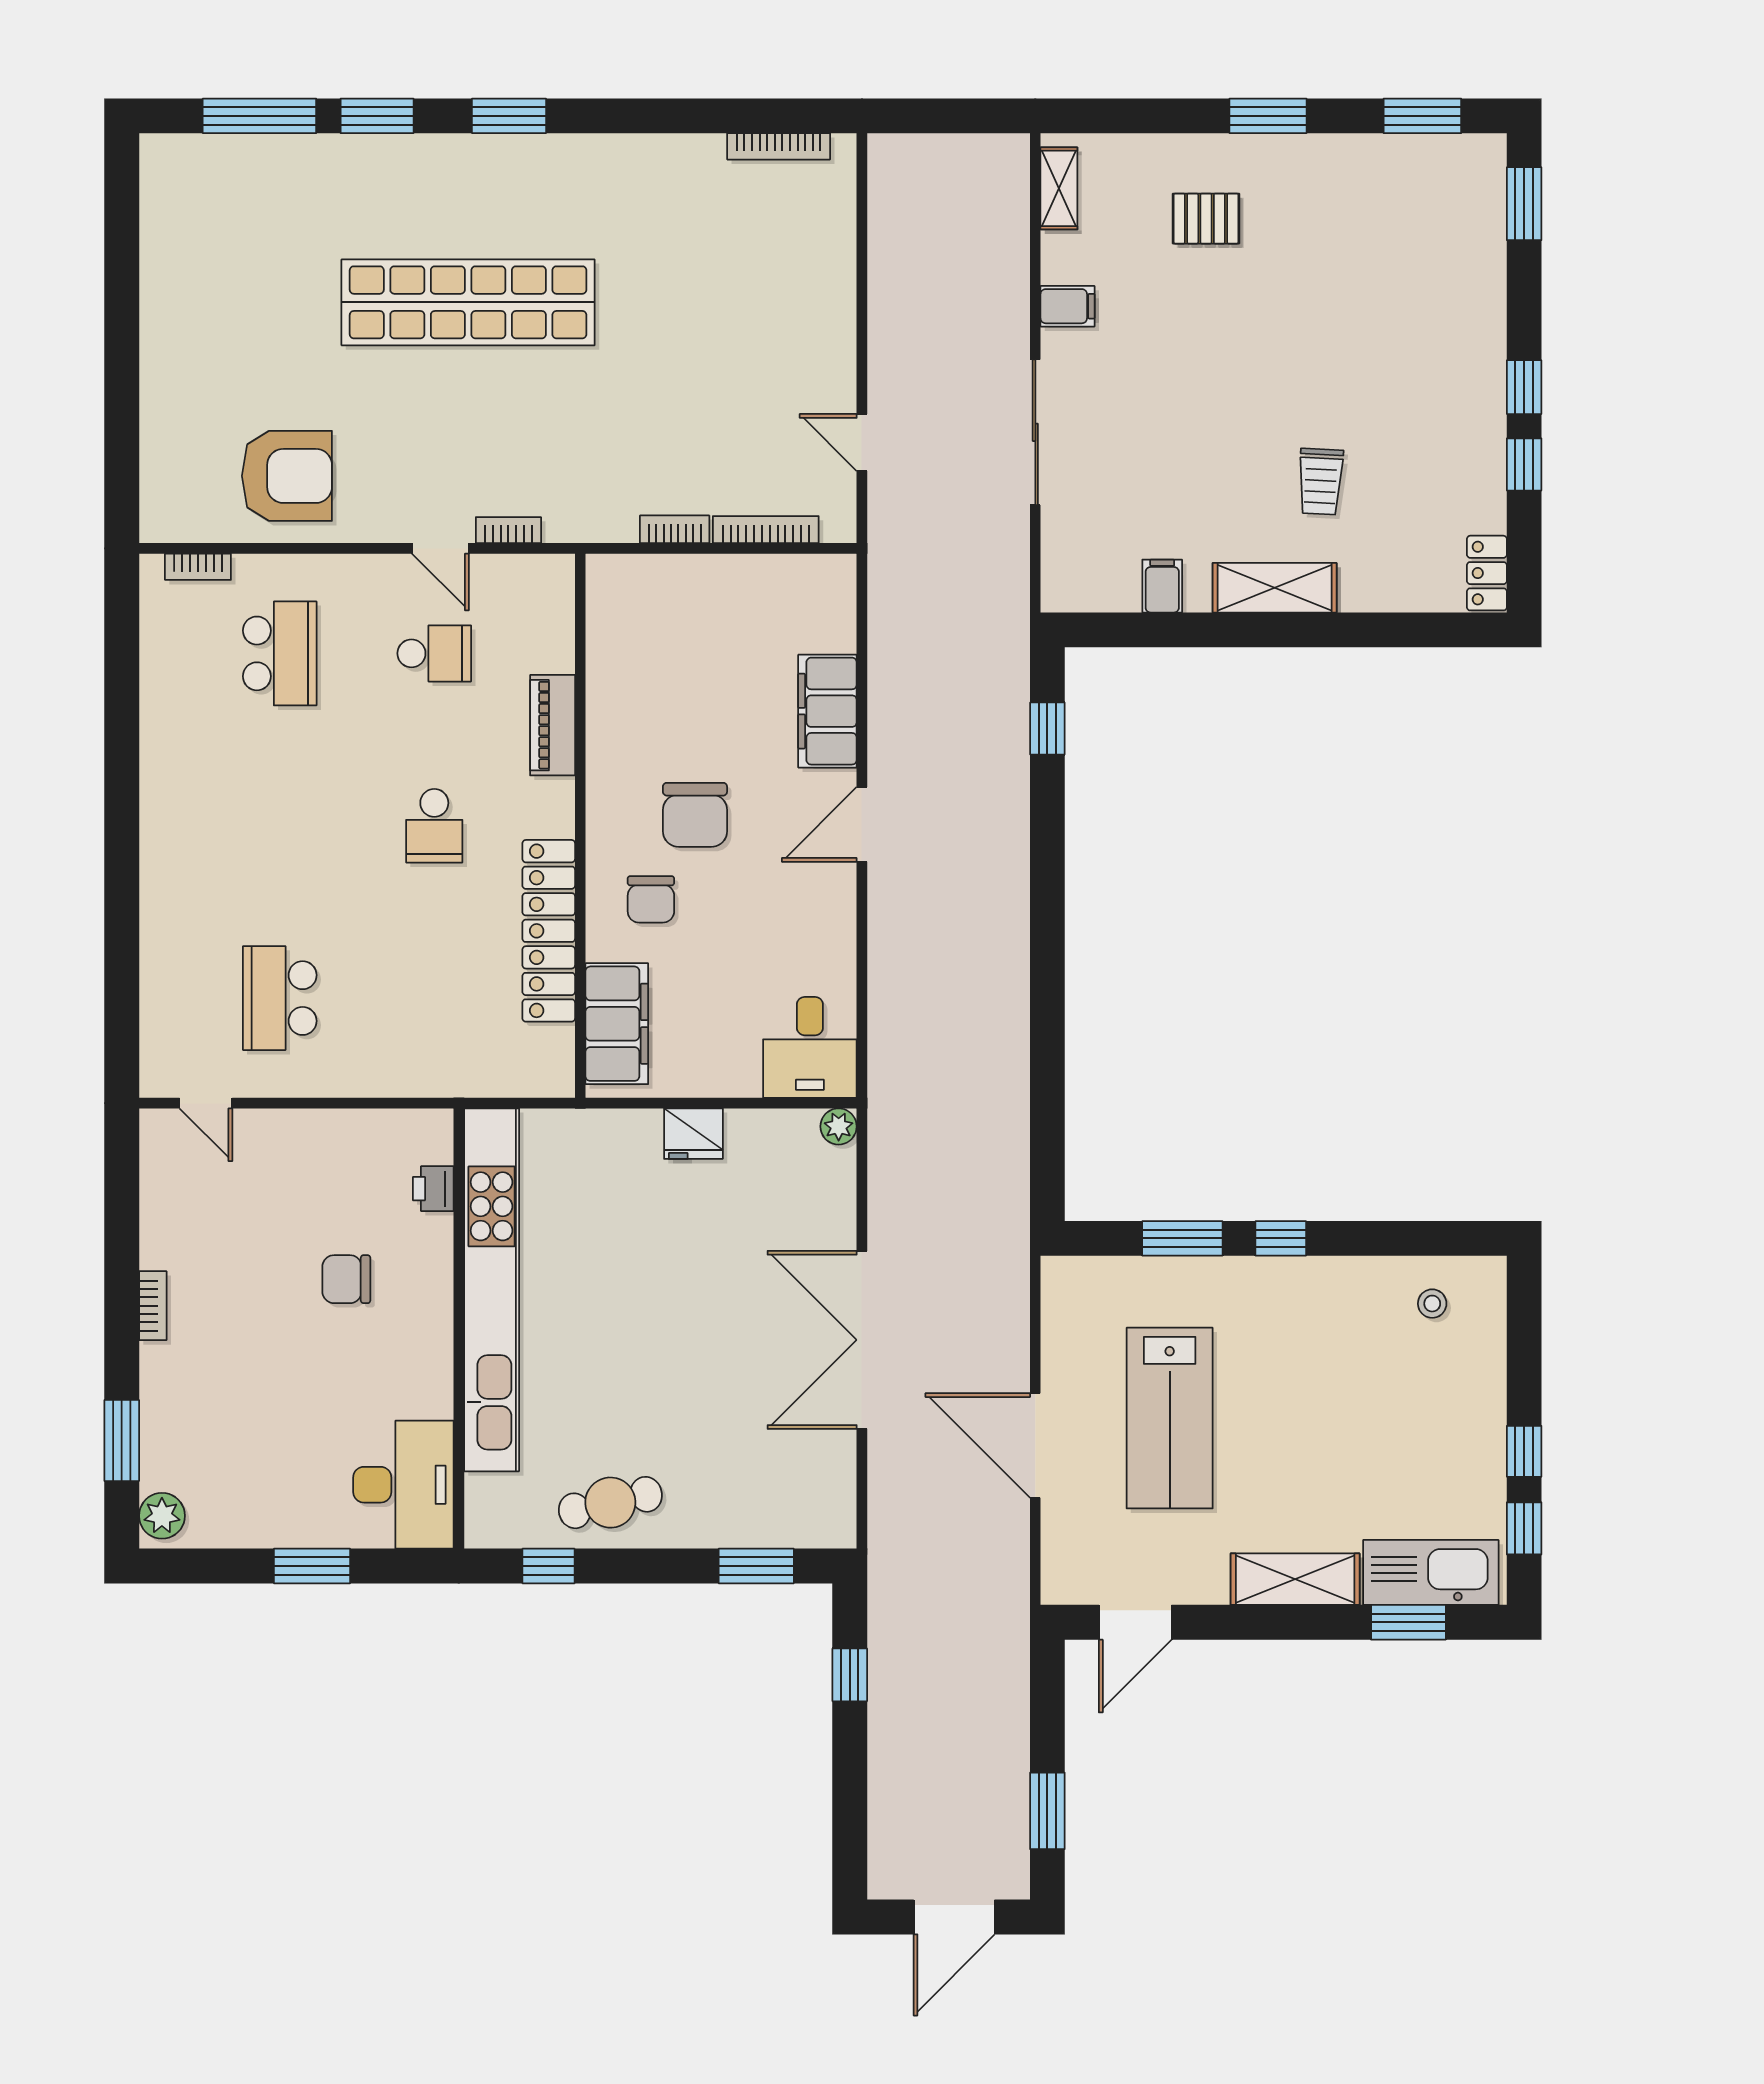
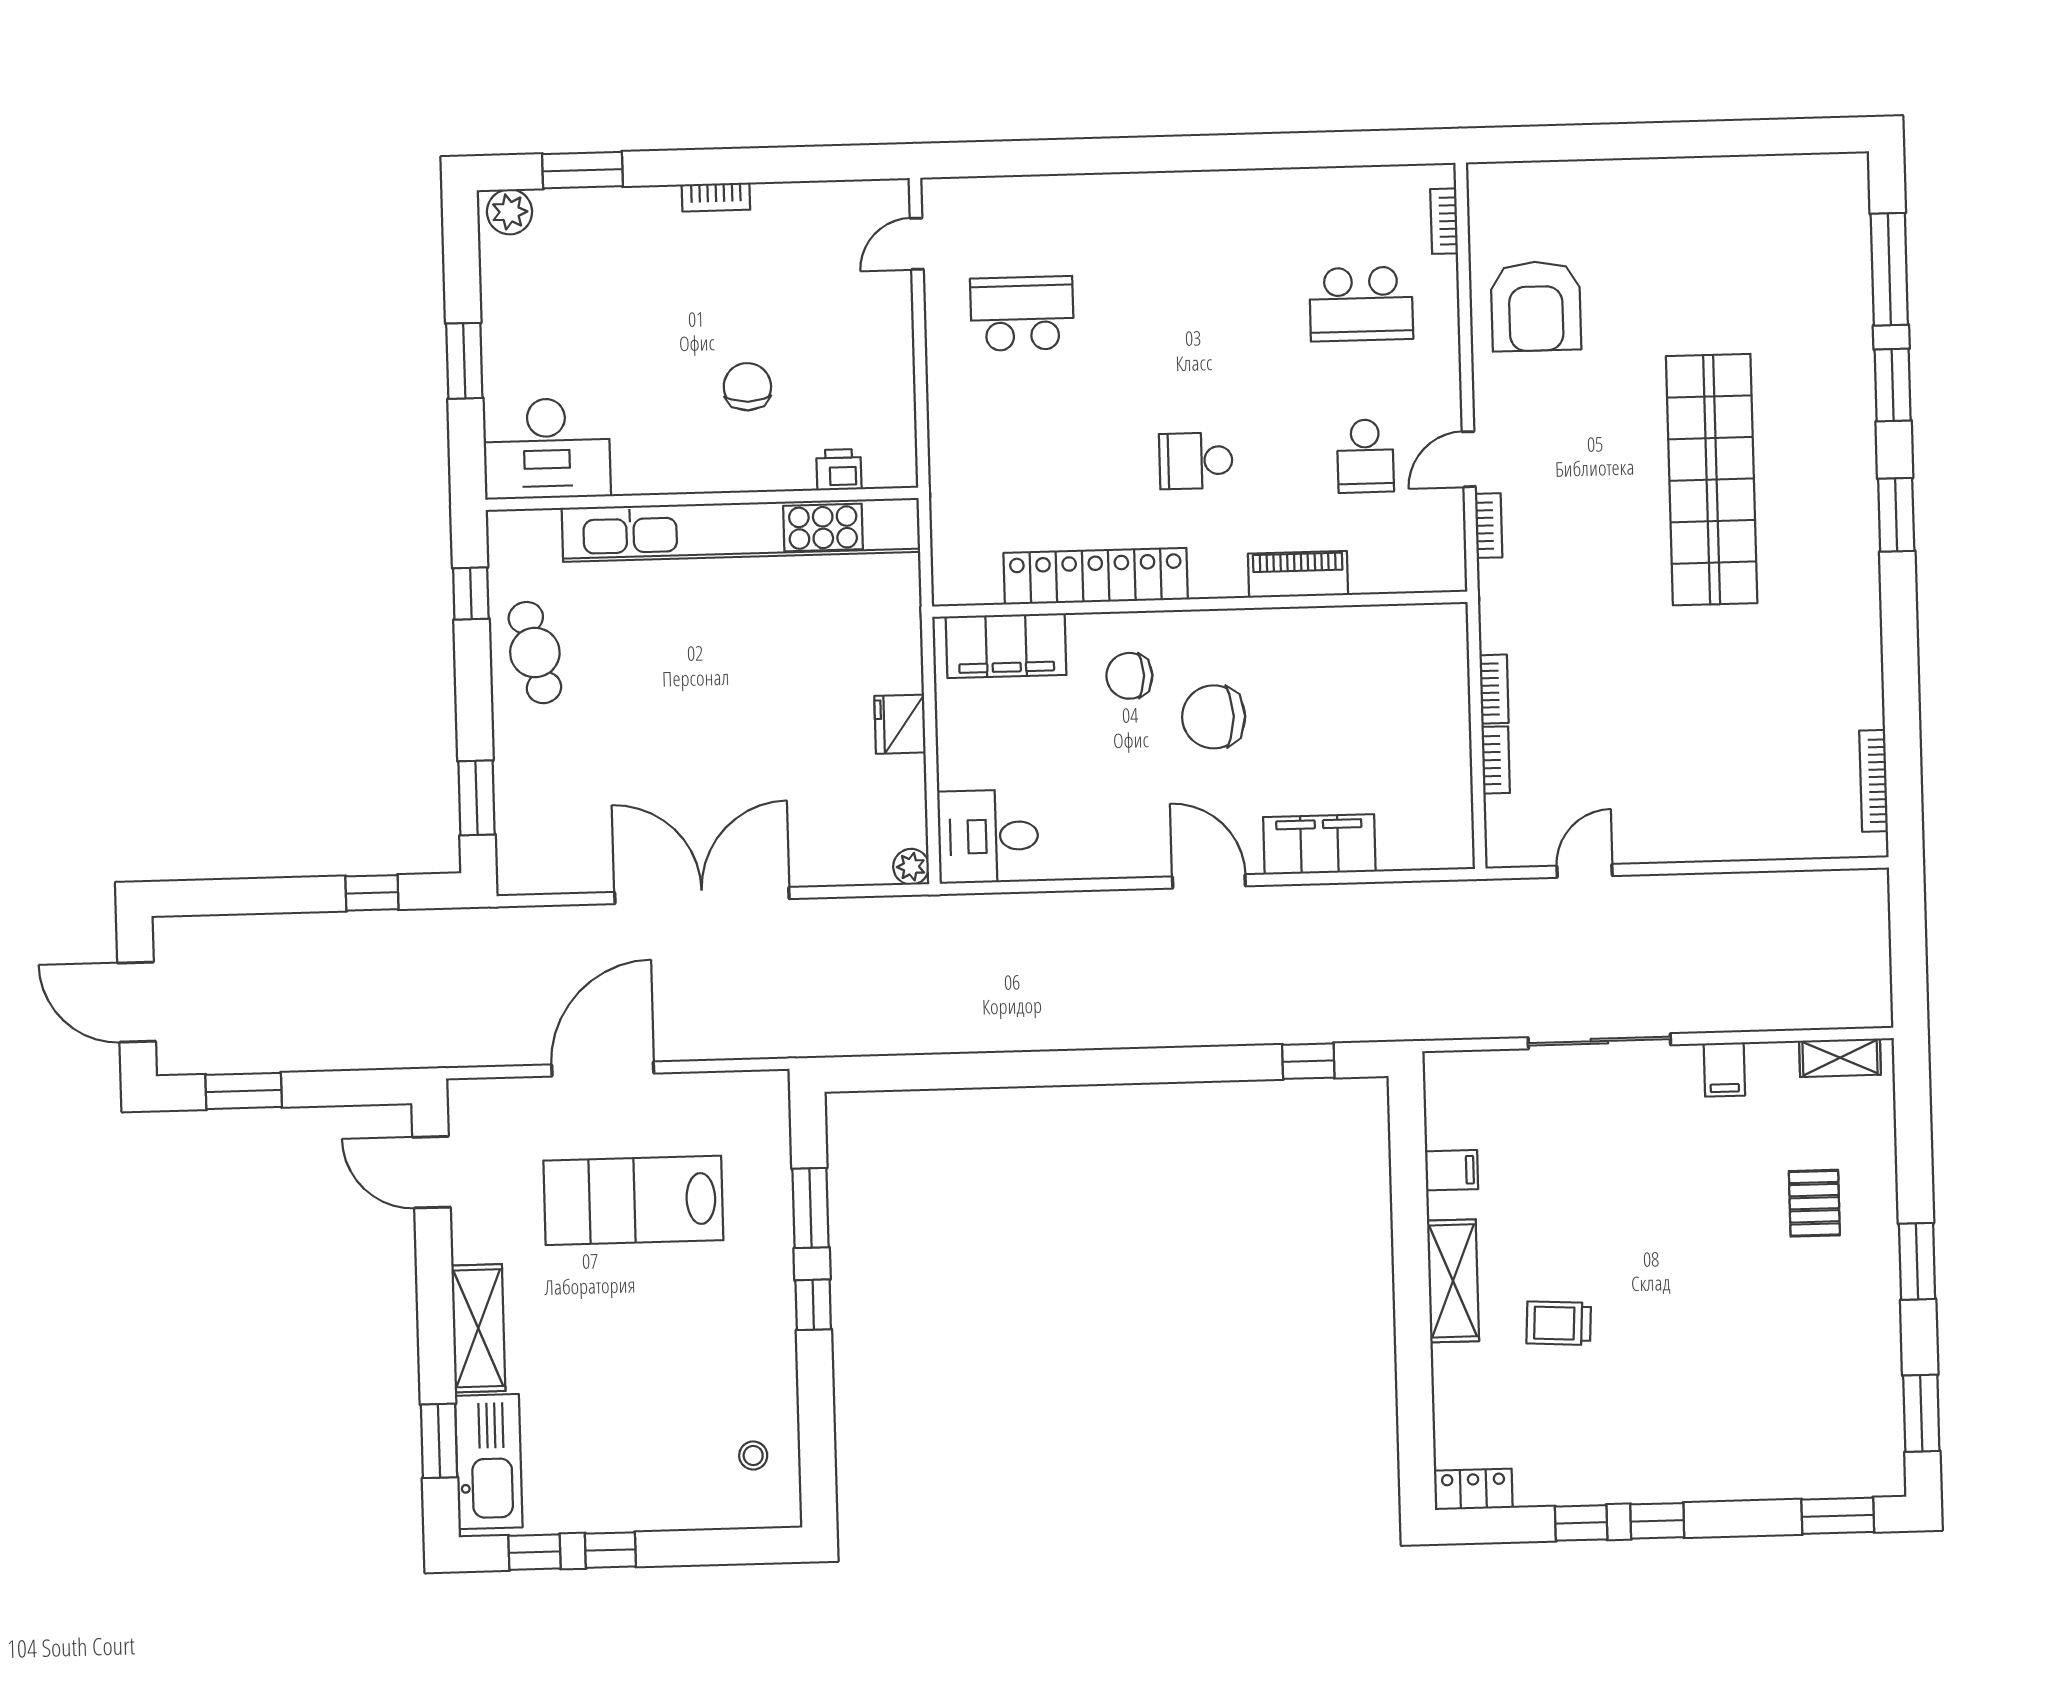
bookcase: (766, 530) -> (1496, 760), width x0.64

